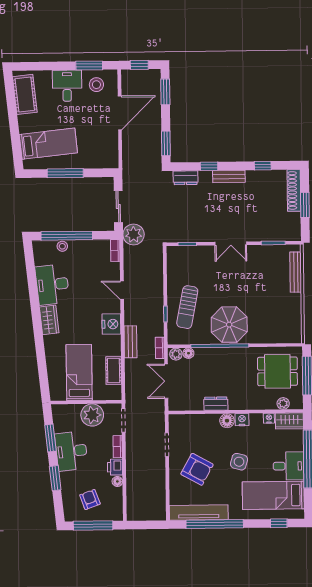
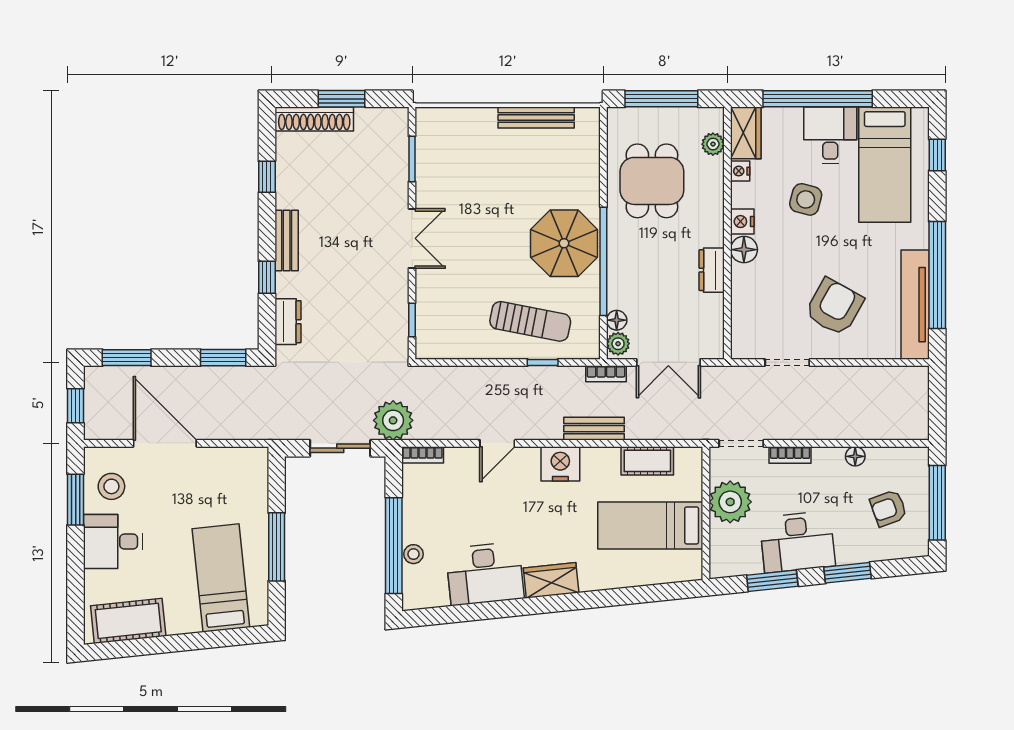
bench: (296, 272) -> (536, 118), moved
dining table: (277, 371) -> (652, 181), moved
side table: (239, 462) -> (806, 199), moved
printer: (115, 467) -> (828, 460), removed

